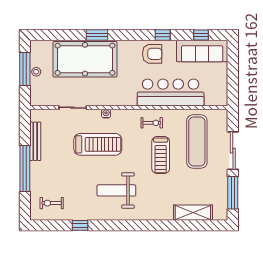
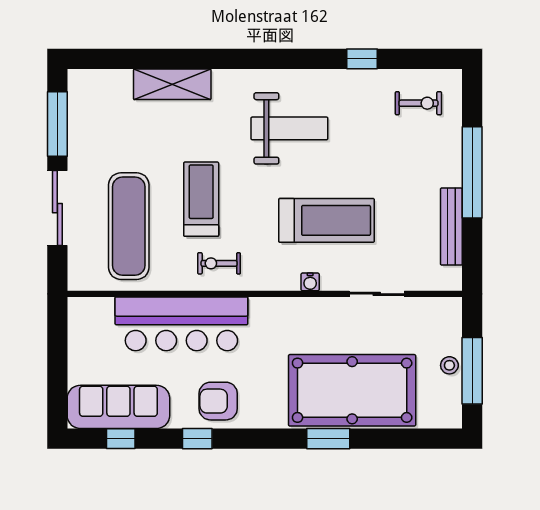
treadmill: (98, 144) -> (327, 220), turned 180
shelving: (193, 213) -> (172, 84), moved

